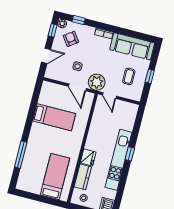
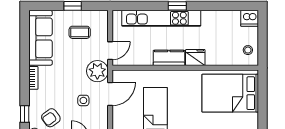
kitchen unit: (119, 160) -> (161, 18), moved
bed: (55, 177) -> (230, 93), width x1.50
kitchen counter: (83, 177) -> (169, 58), moved

